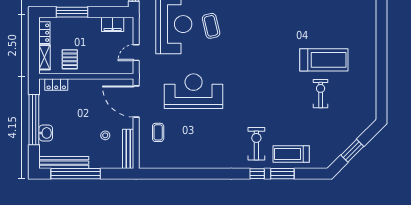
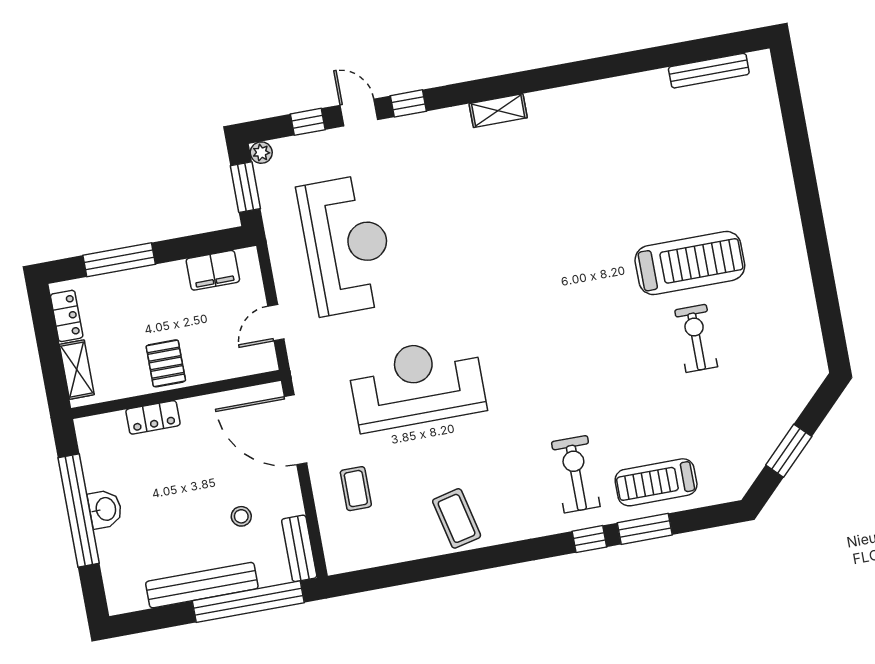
coffee table: (211, 26) -> (457, 518), moved
pallet: (70, 59) -> (166, 363), moved
locker: (56, 84) -> (153, 417), moved
washbasin: (46, 133) -> (105, 509), moved
bench: (128, 149) -> (299, 548), width x0.73
bench: (64, 163) -> (202, 585), moved
window: (76, 174) -> (248, 602), moved

